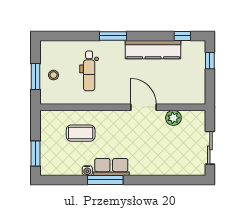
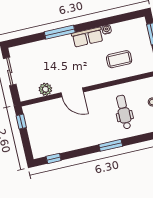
kitchen counter: (153, 50) -> (75, 142), removed
window: (210, 61) -> (21, 122), moved
window: (105, 180) -> (60, 32), moved

